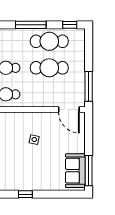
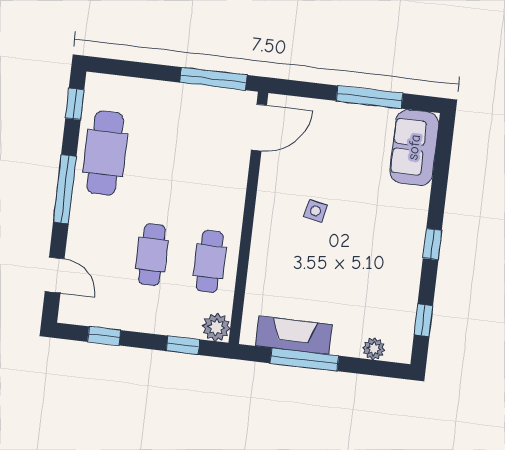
cafe table: (49, 68) -> (163, 160), removed
sofa: (75, 171) -> (414, 147), moved, turned 90
window: (89, 171) -> (370, 97), moved

